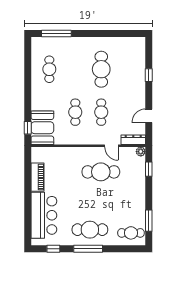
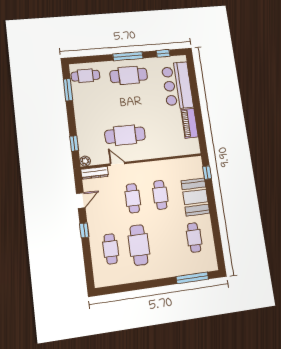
cafe table: (127, 69) -> (111, 249), added
window: (149, 75) -> (84, 230), moved
booth: (42, 128) -> (196, 197), moved

